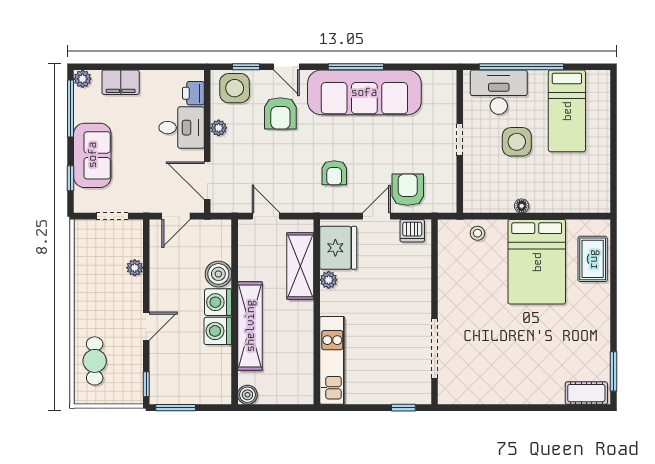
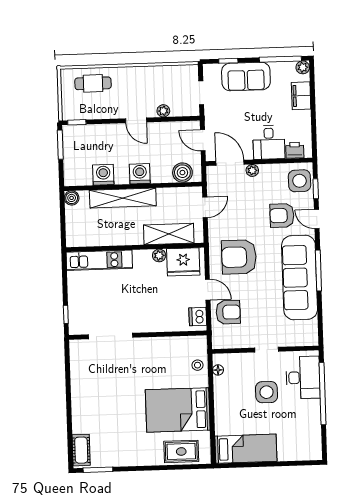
door: (287, 67) -> (317, 219), hinge flipped
bed: (567, 111) -> (246, 449), moved, turned 180
plant: (219, 128) -> (252, 170), moved
armchair: (334, 173) -> (239, 257), width x1.88, depth x1.88
door: (207, 181) -> (230, 163), hinge flipped
floor lamp: (522, 206) -> (218, 370), moved
boiler: (218, 274) -> (182, 173), moved
door: (146, 326) -> (136, 120), moved
washing machine: (218, 331) -> (103, 175), moved

